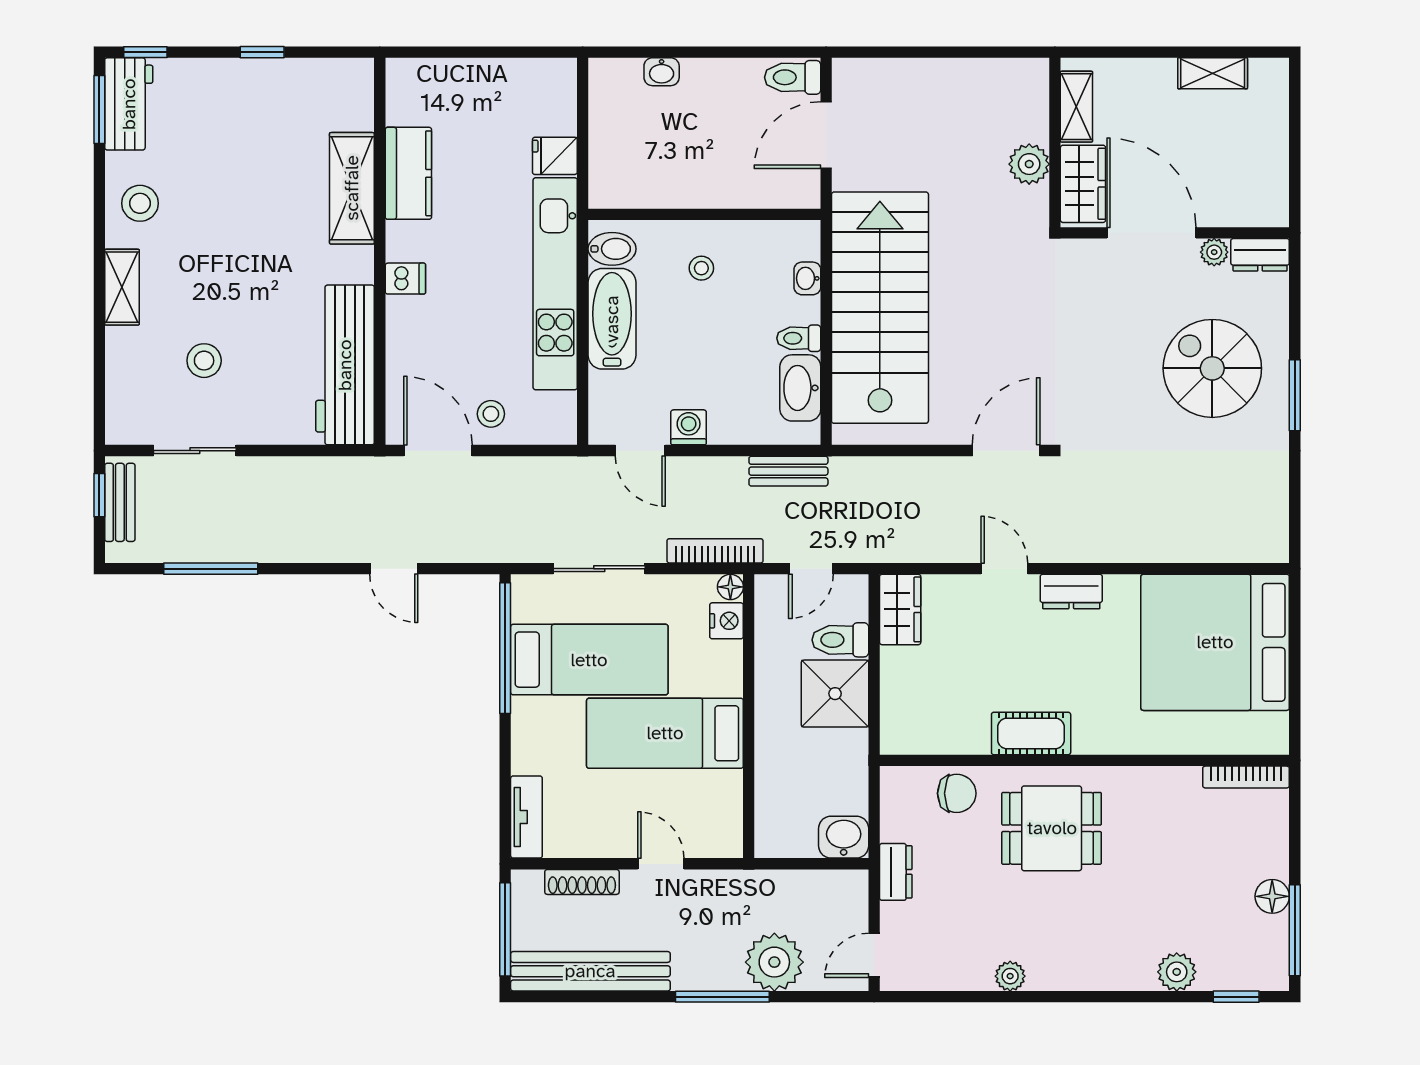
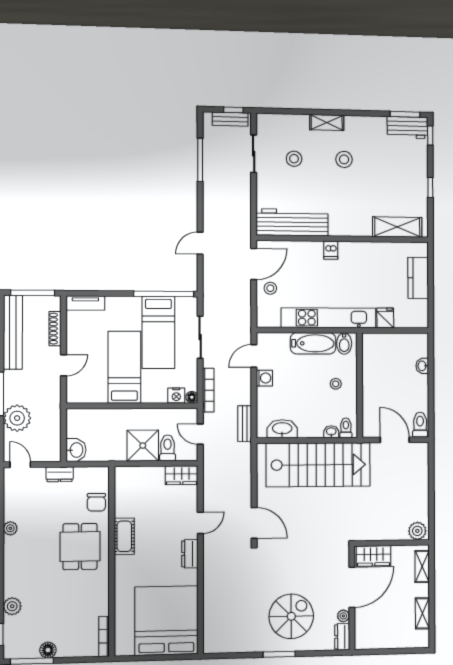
shelving: (1076, 107) -> (422, 567), moved, turned 90
plant: (1029, 164) -> (417, 531), moved
kitchen counter: (408, 173) -> (418, 278), moved, turned 90
shelving: (352, 188) -> (397, 227), moved
stool: (140, 203) -> (344, 159), moved
toilet: (799, 338) -> (346, 428), moved

